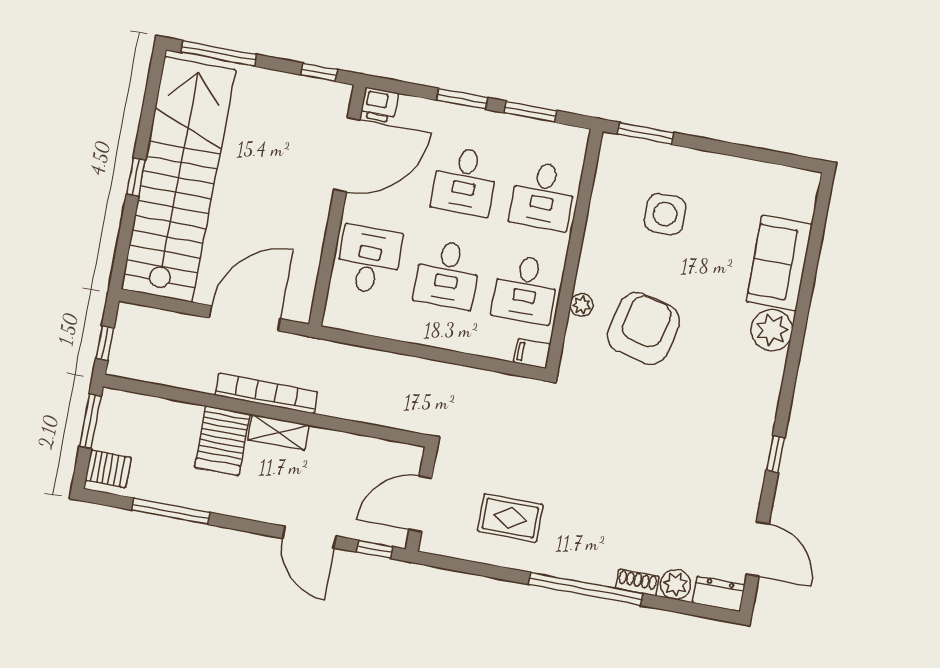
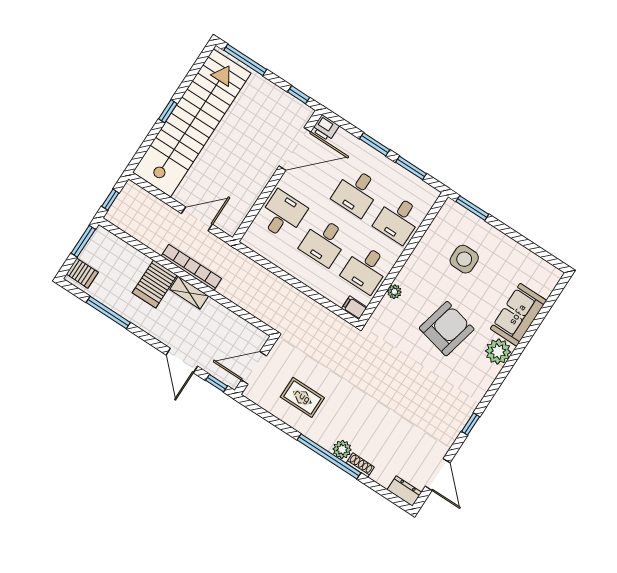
door: (245, 318) -> (197, 219), width x0.73
armchair: (644, 328) -> (447, 329), moved
plant: (676, 584) -> (342, 449), moved

